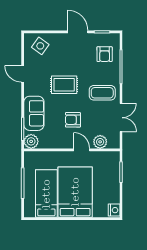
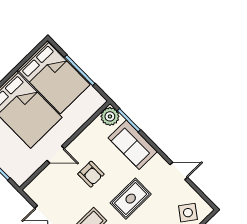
armchair: (73, 120) -> (91, 174), turned 90
plant: (100, 142) -> (46, 178), removed
bed: (46, 194) -> (54, 77), width x1.50

